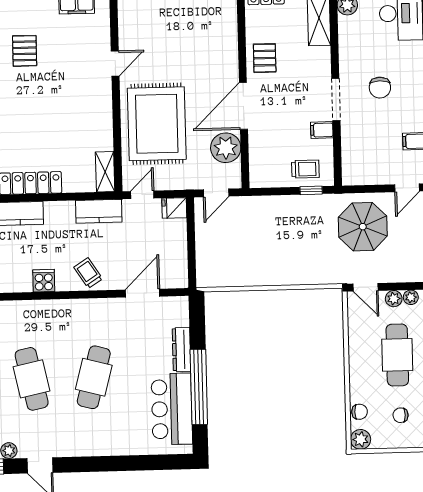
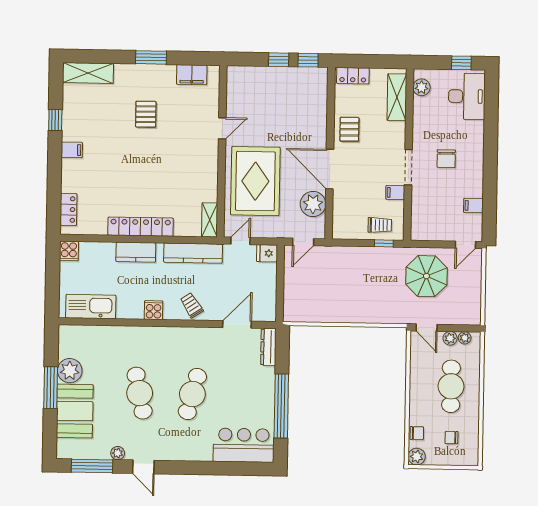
door: (243, 106) -> (330, 169), hinge flipped
kitchen counter: (99, 211) -> (193, 253), width x1.50
dresser: (181, 349) -> (268, 347), moved
bar counter: (172, 409) -> (244, 445), moved, turned 90

